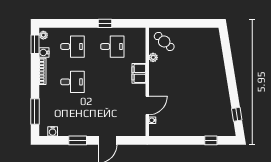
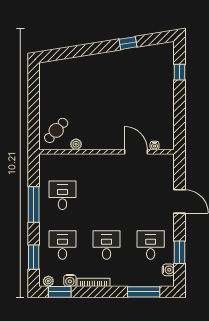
window: (63, 23) -> (34, 257), added
window: (105, 23) -> (34, 204), width x2.17
filing cabinet: (139, 73) -> (96, 162), removed
window: (237, 114) -> (128, 43), moved
desk: (72, 117) -> (151, 245), added
window: (78, 140) -> (179, 252), moved

